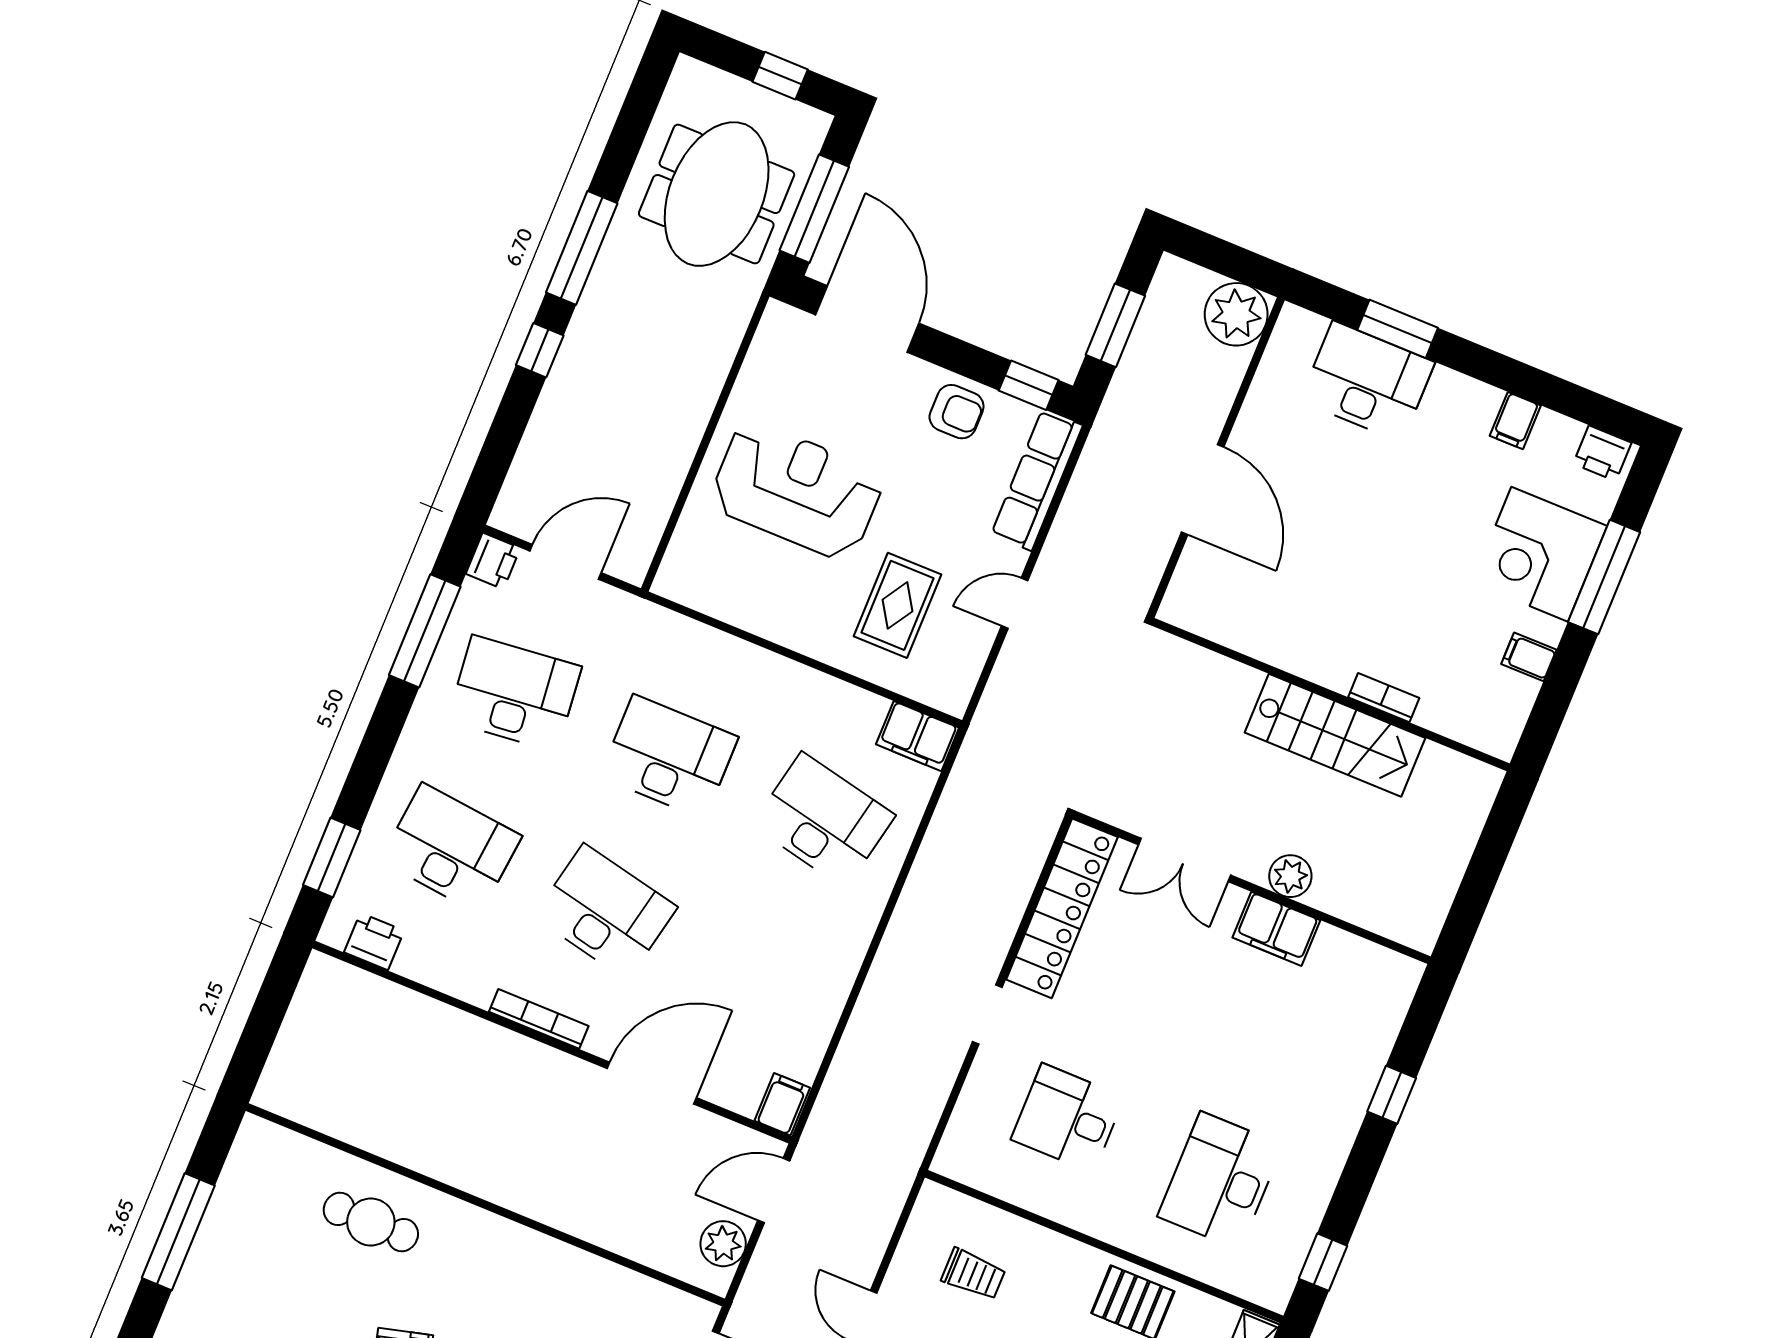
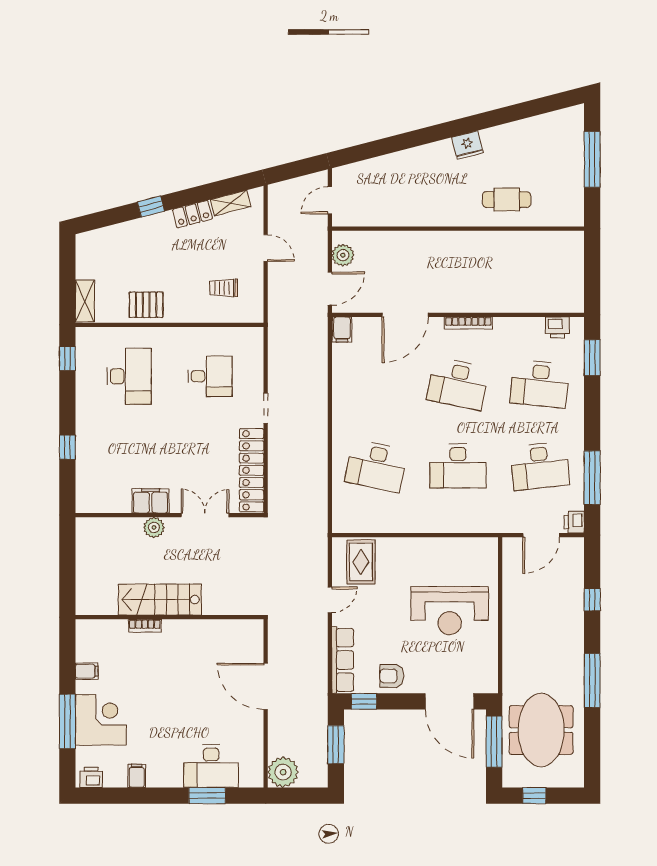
window: (540, 350) -> (592, 600), moved
rug: (897, 605) -> (361, 562), moved
filing cabinet: (918, 736) -> (349, 522), removed

